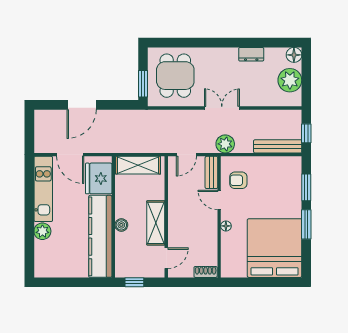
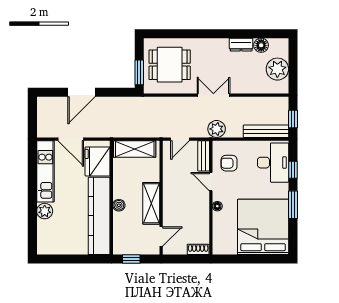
floor lamp: (294, 55) -> (261, 45), moved
dining table: (175, 76) -> (170, 65), turned 90
desk: (285, 180) -> (273, 163), added
window: (306, 187) -> (293, 170), width x0.67

